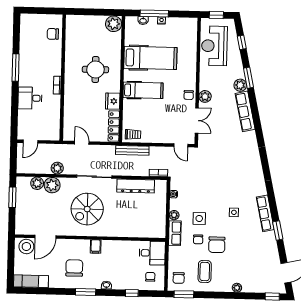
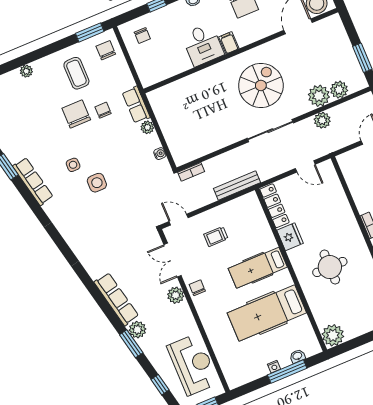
trolley: (133, 134) -> (216, 237), moved
dresser: (136, 186) -> (213, 142), removed
side table: (199, 218) -> (97, 183), moved
desk: (152, 253) -> (203, 45), moved, turned -90

